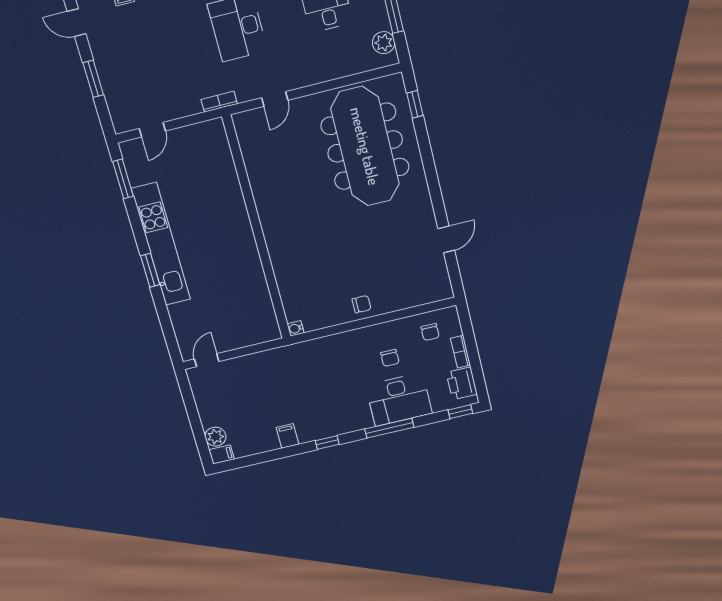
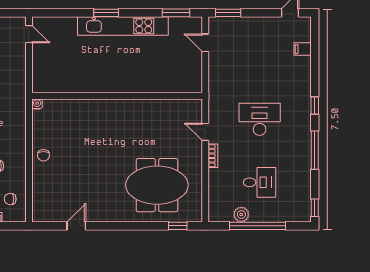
plant: (384, 43) -> (241, 215), moved
window: (93, 79) -> (228, 13), moved
bookcase: (219, 102) -> (213, 156), moved
meeting table: (365, 146) -> (157, 185), width x0.73
door: (446, 239) -> (76, 226), swing flipped

